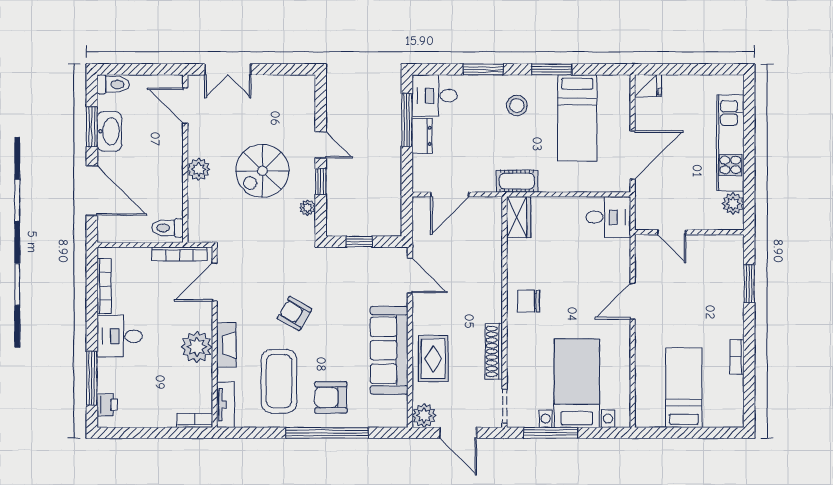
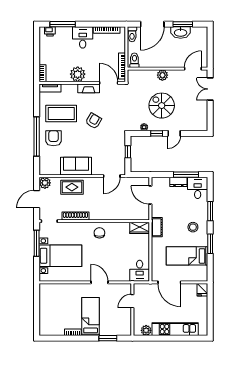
toilet: (113, 84) -> (132, 34), moved
fireplace: (226, 345) -> (89, 88), moved
sofa: (389, 350) -> (76, 166), width x0.73
bed: (684, 388) -> (91, 317), moved, turned -90

